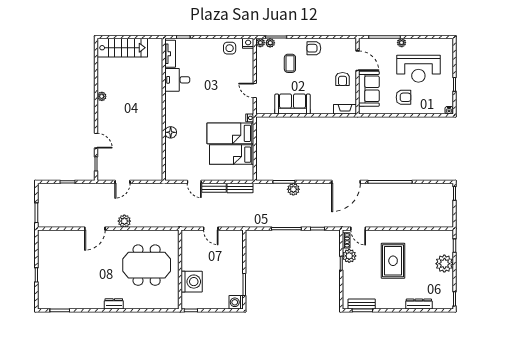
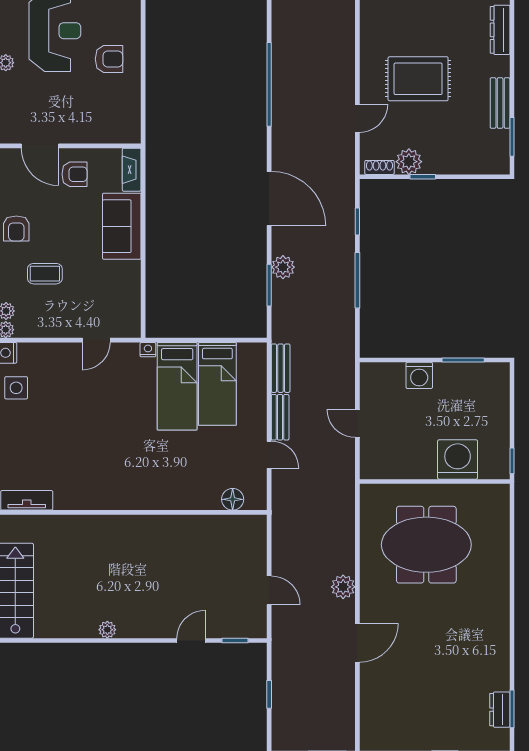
door: (358, 61) -> (40, 146), swing flipped
desk: (177, 80) -> (76, 487), removed
sofa: (369, 89) -> (93, 124), removed
armchair: (403, 97) -> (109, 59), turned 90
sofa: (292, 104) -> (122, 226), moved
floor lamp: (171, 132) -> (233, 499), moved
door: (194, 182) -> (269, 455), hinge flipped
door: (346, 182) -> (269, 199), moved
door: (95, 229) -> (357, 643), hinge flipped
door: (211, 229) -> (357, 423), swing flipped
door: (358, 229) -> (357, 118), moved
meeting table: (147, 265) -> (426, 545), turned 90
washing machine: (236, 302) -> (419, 375), moved
dresser: (114, 304) -> (500, 710), moved
bench: (362, 304) -> (500, 103), moved

